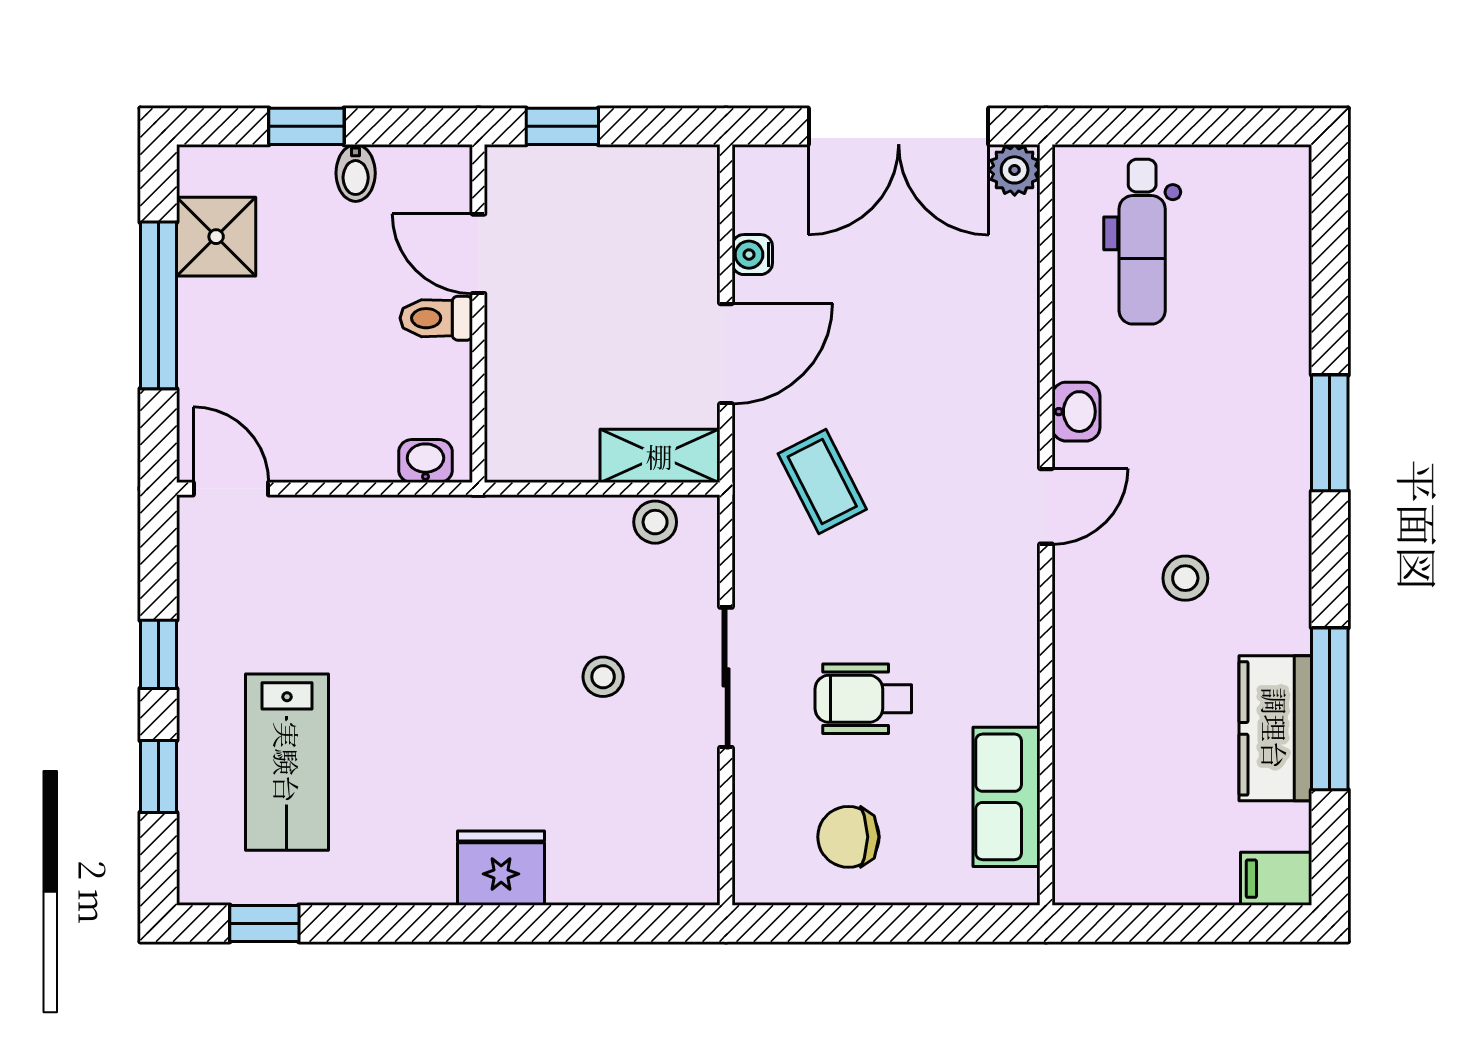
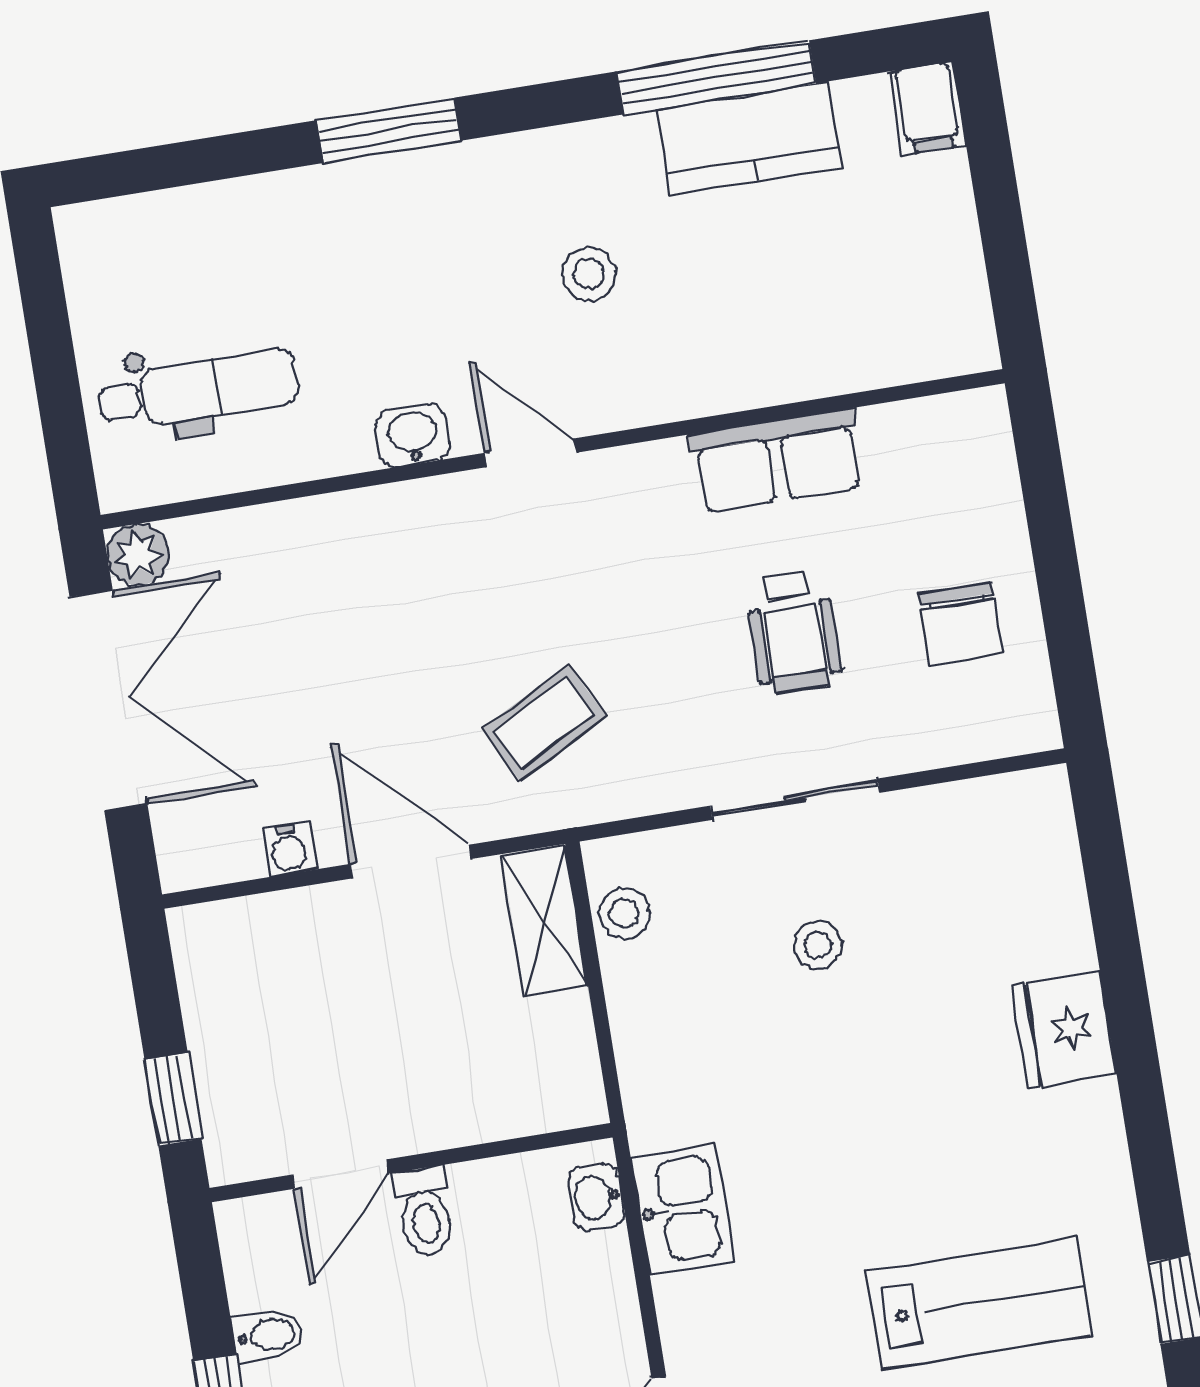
kitchen sink: (404, 530) -> (682, 1209), added
row of seats: (1007, 797) -> (777, 461), moved

